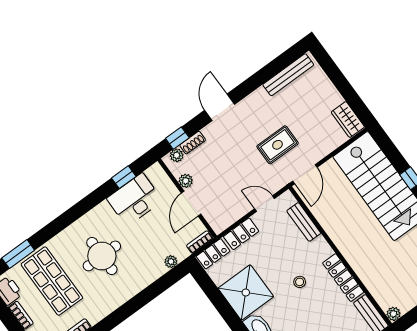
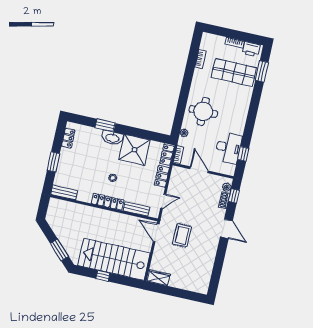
bench: (288, 75) -> (207, 274), removed
plant: (186, 181) -> (211, 179), removed
round table: (102, 256) -> (203, 111), moved
locker: (343, 278) -> (108, 202), moved
plant: (393, 314) -> (53, 202), removed

